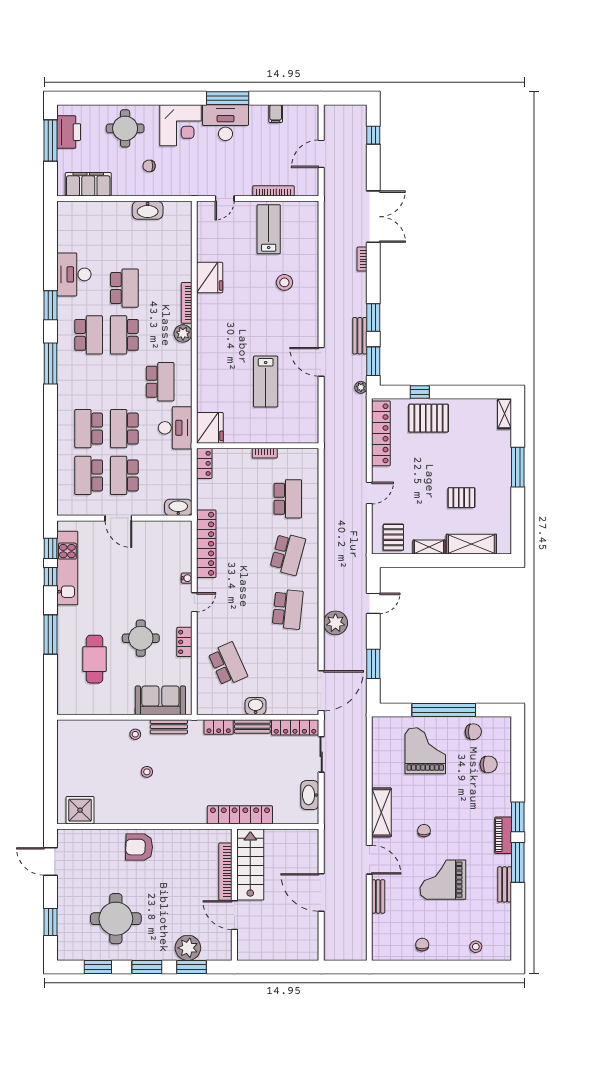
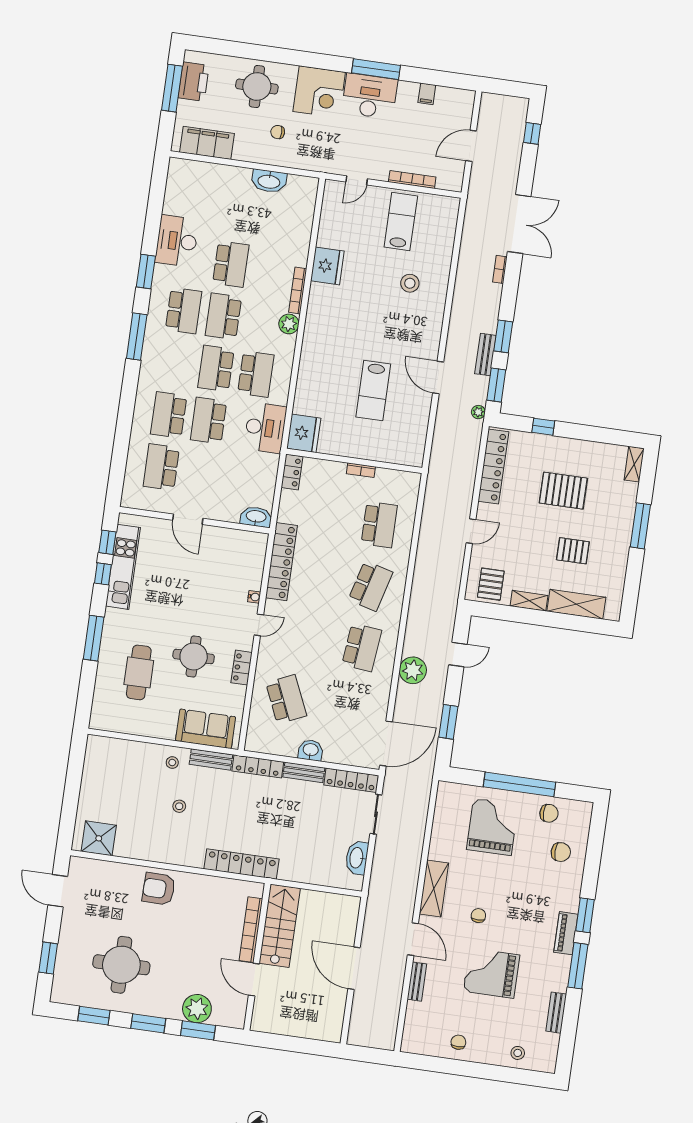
pallet: (429, 418) -> (563, 491), moved
school desk: (124, 475) -> (216, 368), moved
locker: (219, 727) -> (258, 766), width x1.53
locker: (240, 815) -> (242, 864), moved
bench: (505, 884) -> (556, 1013), moved

